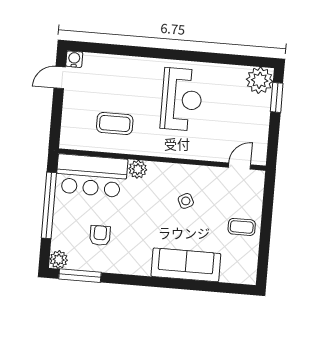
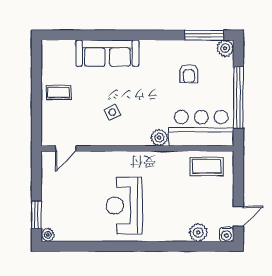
plant: (104, 64) -> (198, 232), added
plant: (260, 80) -> (48, 235), width x0.53, depth x0.53
coffee table: (115, 123) -> (207, 166), moved

